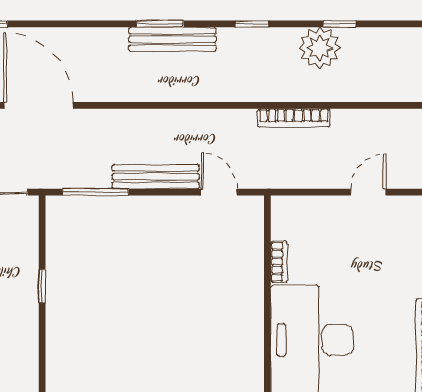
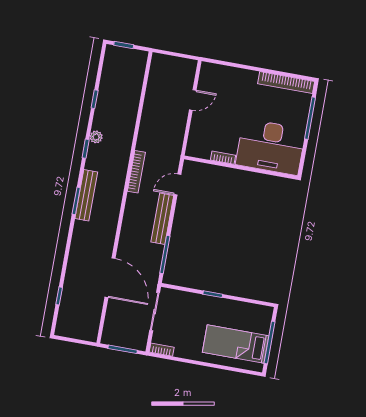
plant: (320, 48) -> (96, 137), moved, width x0.53, depth x0.53
door: (39, 105) -> (110, 278), swing flipped
bookcase: (294, 118) -> (136, 172), moved
door: (368, 192) -> (193, 100), swing flipped

